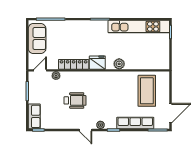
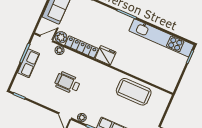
plant: (119, 64) -> (61, 37), moved
coffee table: (147, 91) -> (134, 92), moved, turned 90
wheelchair: (75, 100) -> (67, 83), turned 180
row of seats: (34, 116) -> (29, 63), moved

